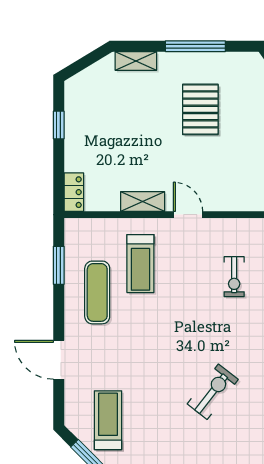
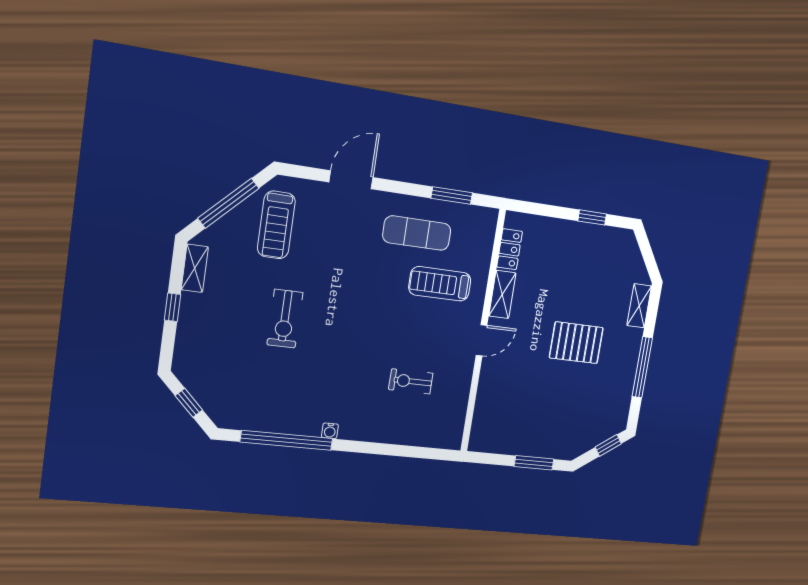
pallet: (200, 109) -> (576, 343), moved
locker: (74, 192) -> (510, 249), moved, turned -90
exercise bike: (213, 392) -> (285, 319), moved, turned 52
treadmill: (108, 420) -> (276, 225), turned 90

